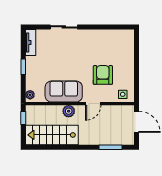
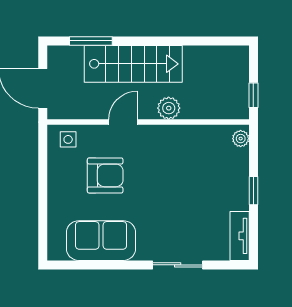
armchair: (103, 75) -> (105, 175), turned -90
sofa: (64, 92) -> (101, 241), moved, turned 180
stairs: (52, 135) -> (133, 64), moved

